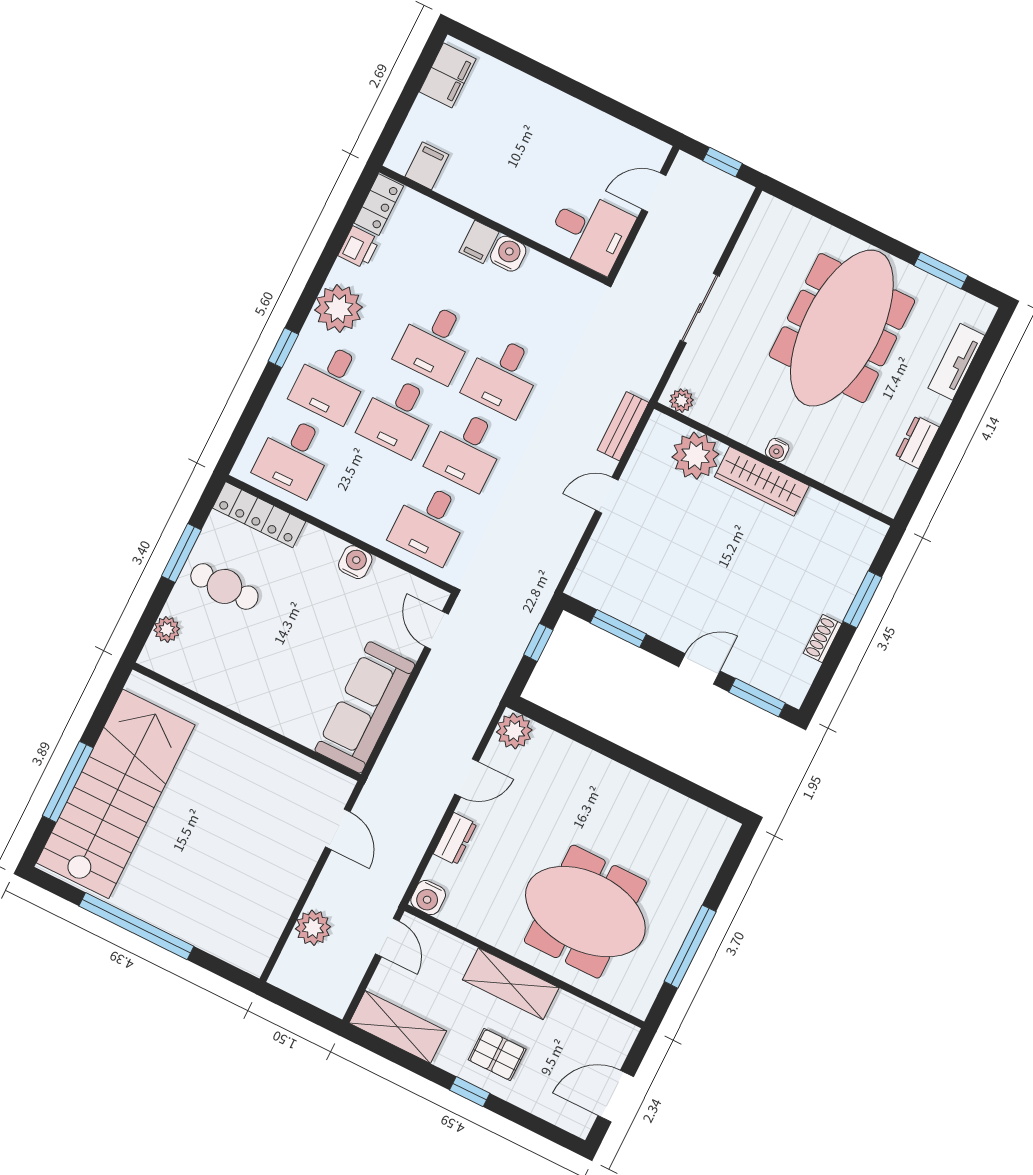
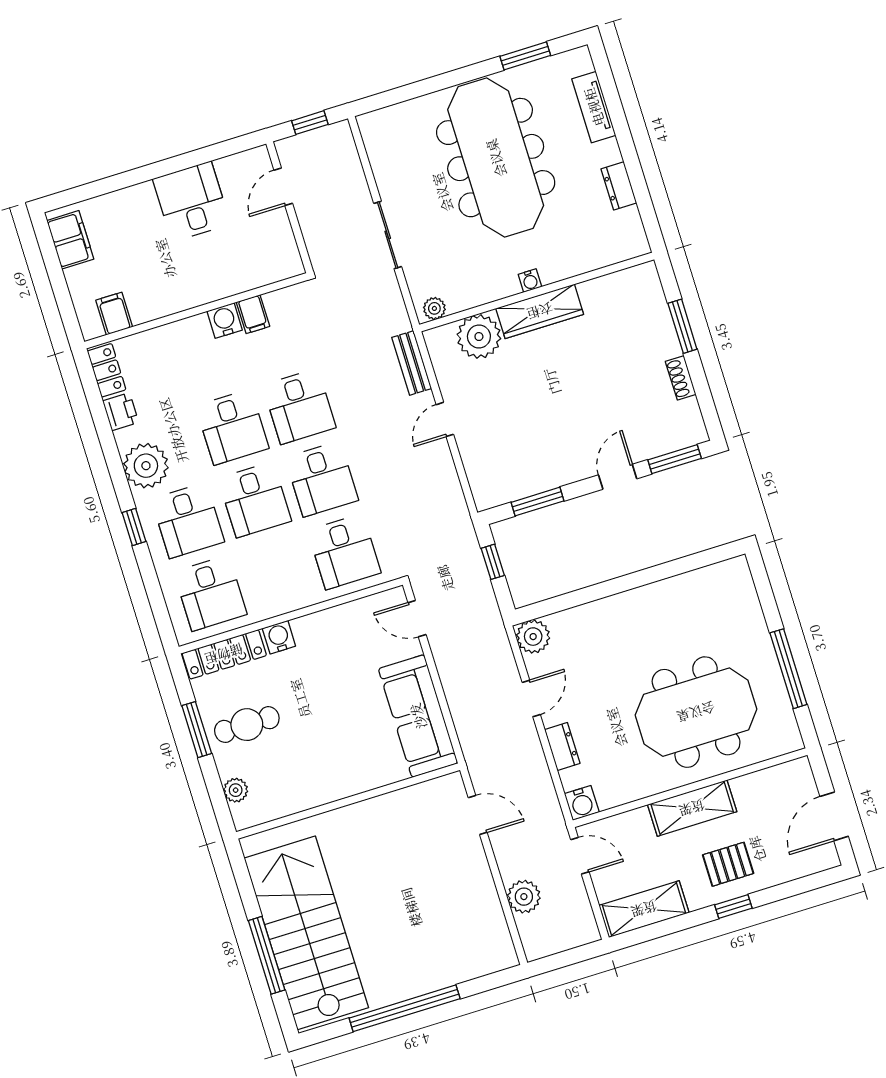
desk: (590, 232) -> (191, 202), moved, turned -90
filing cabinet: (479, 242) -> (253, 314), moved
water cooler: (355, 562) -> (279, 637), moved

